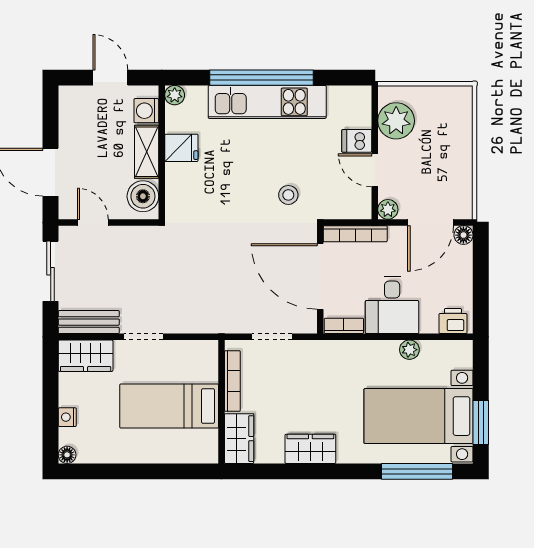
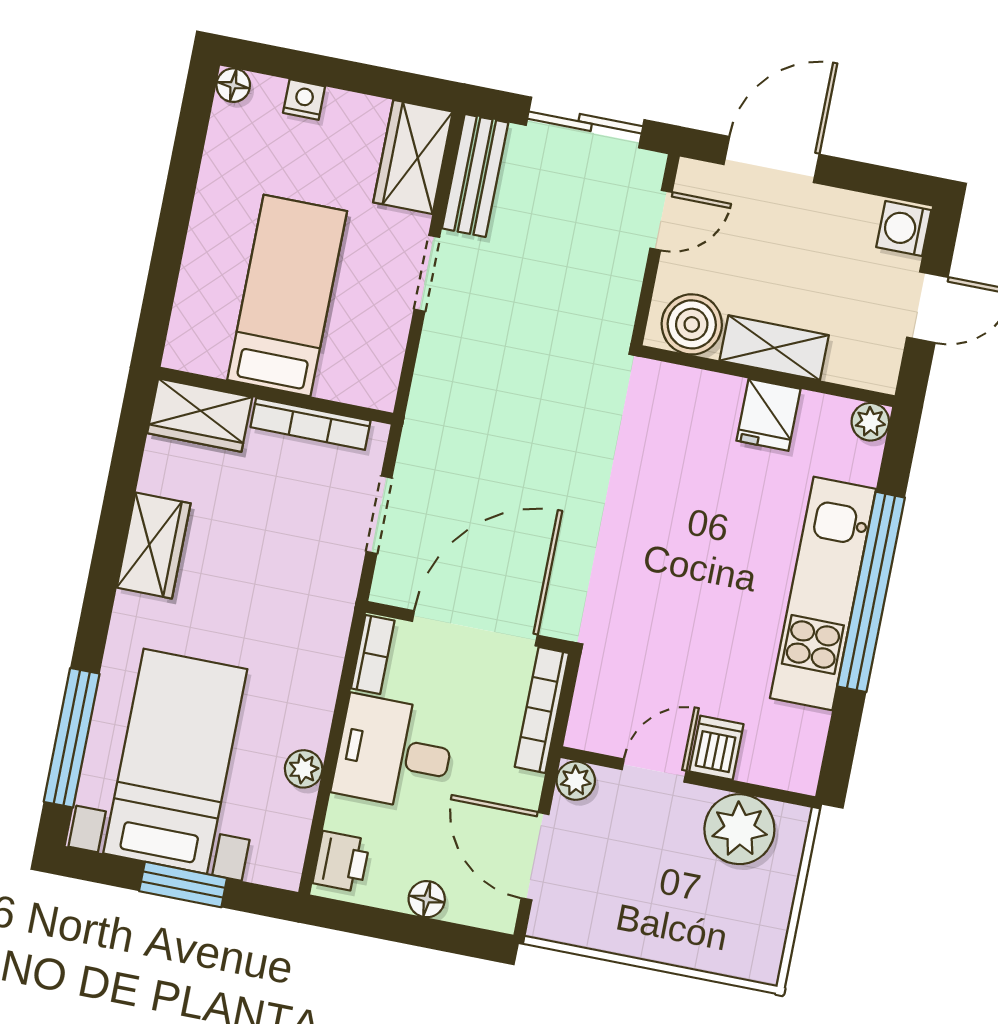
washing machine: (146, 111) -> (904, 229), moved, turned -90
stool: (288, 195) -> (640, 599), removed
floor lamp: (463, 235) -> (427, 899), moved
window: (481, 422) -> (183, 885), moved

